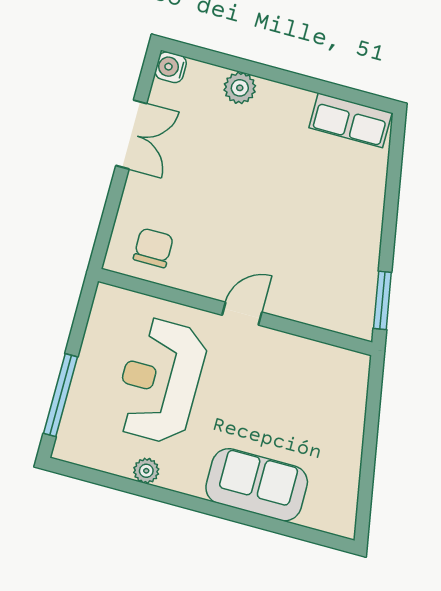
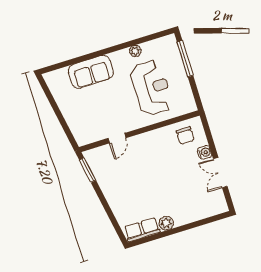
water cooler: (171, 67) -> (205, 152), moved
plant: (240, 88) -> (166, 223), moved
door: (242, 314) -> (117, 138), moved

